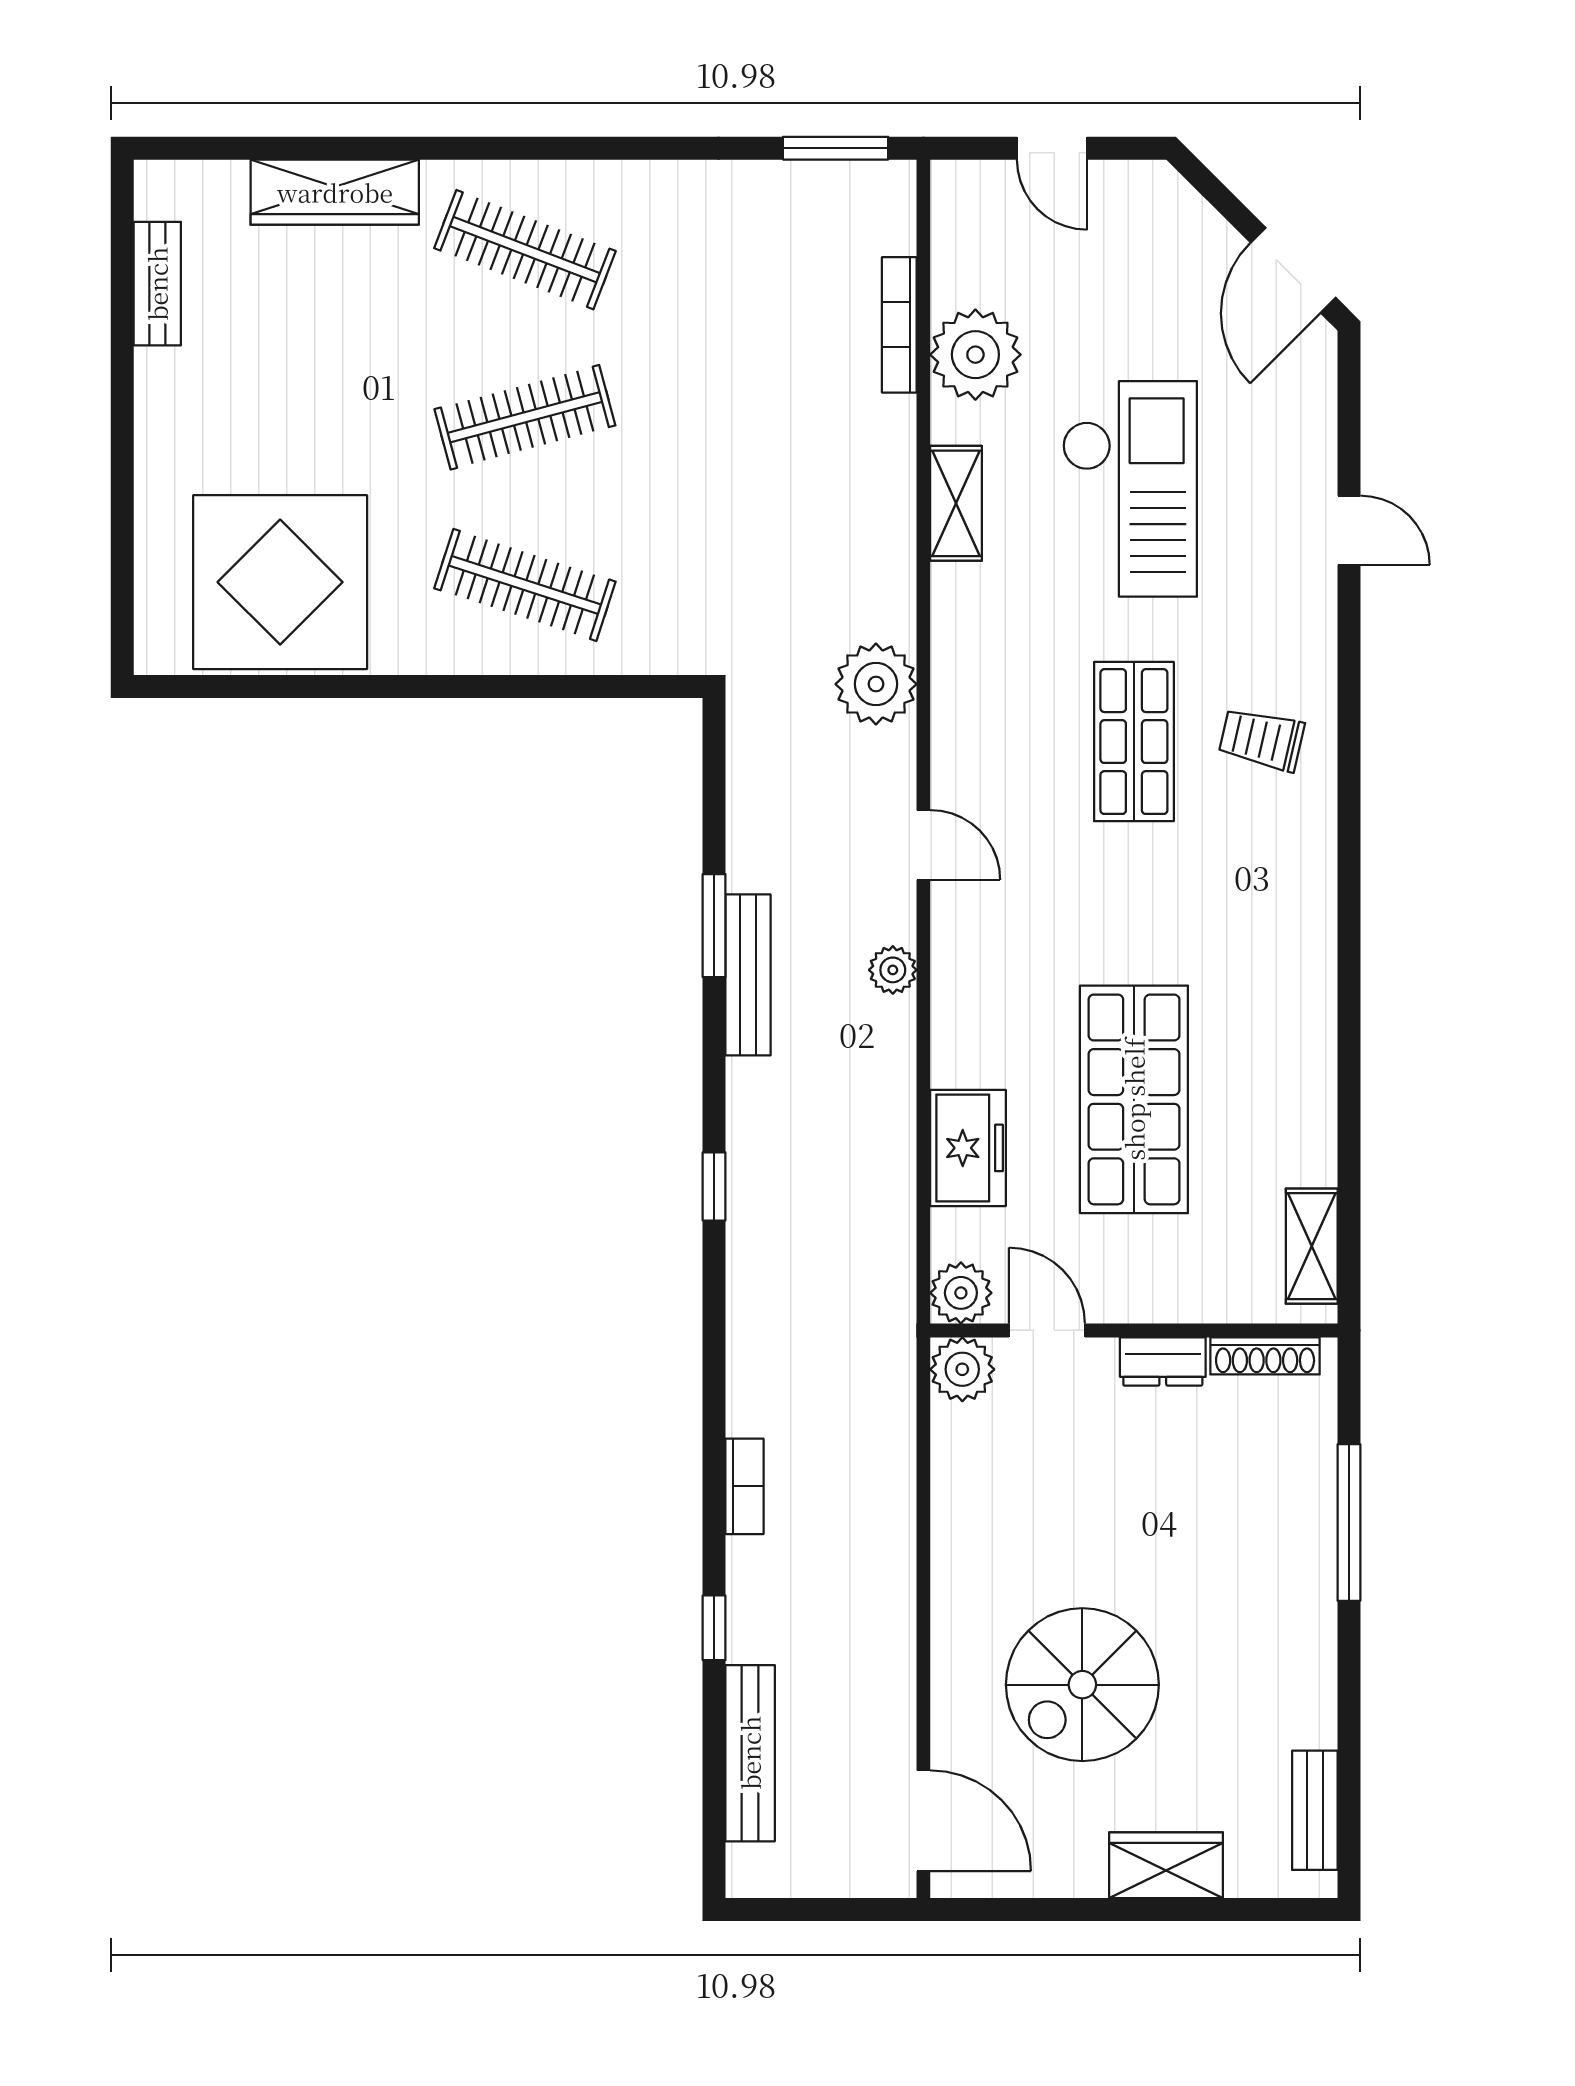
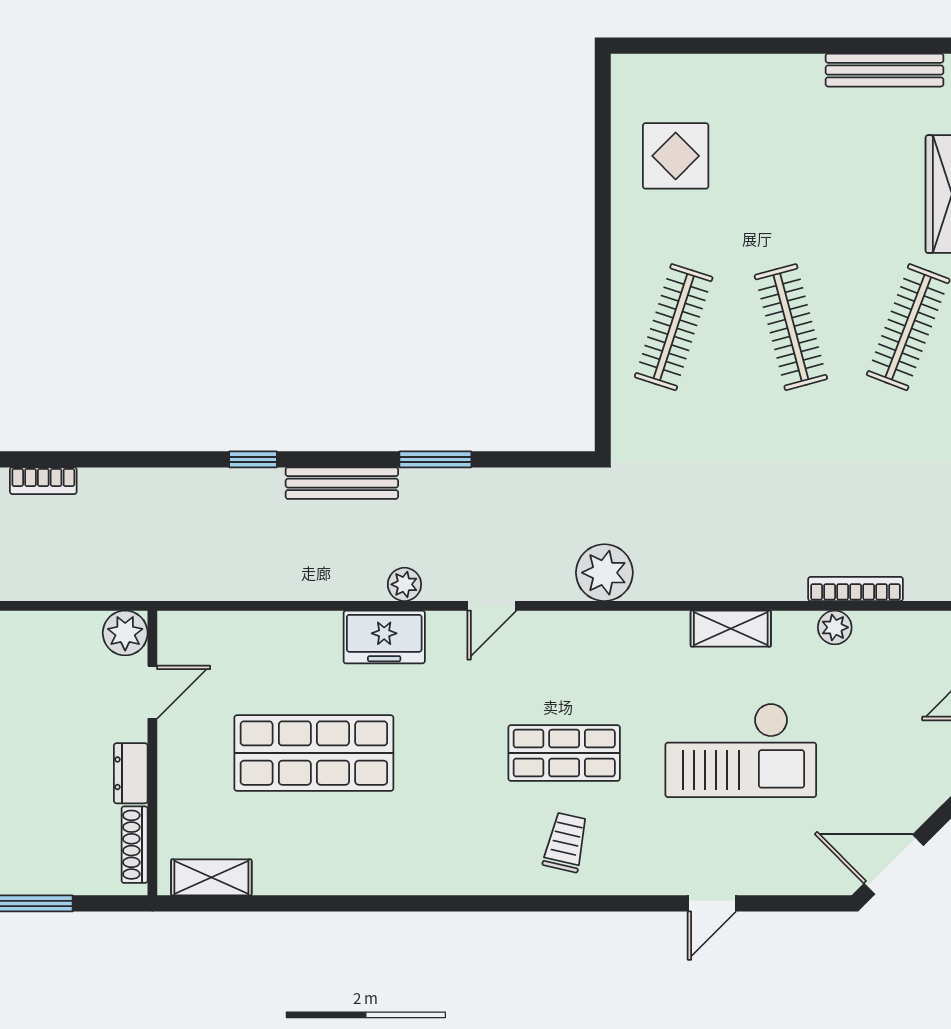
bench: (157, 284) -> (884, 70), width x1.36
plant: (975, 355) -> (835, 627), width x0.53, depth x0.53
display table: (280, 582) -> (676, 156), width x0.54, depth x0.54
bench: (748, 975) -> (342, 483), moved
freezer: (968, 1148) -> (384, 637), moved
plant: (961, 1293) -> (179, 632), removed

